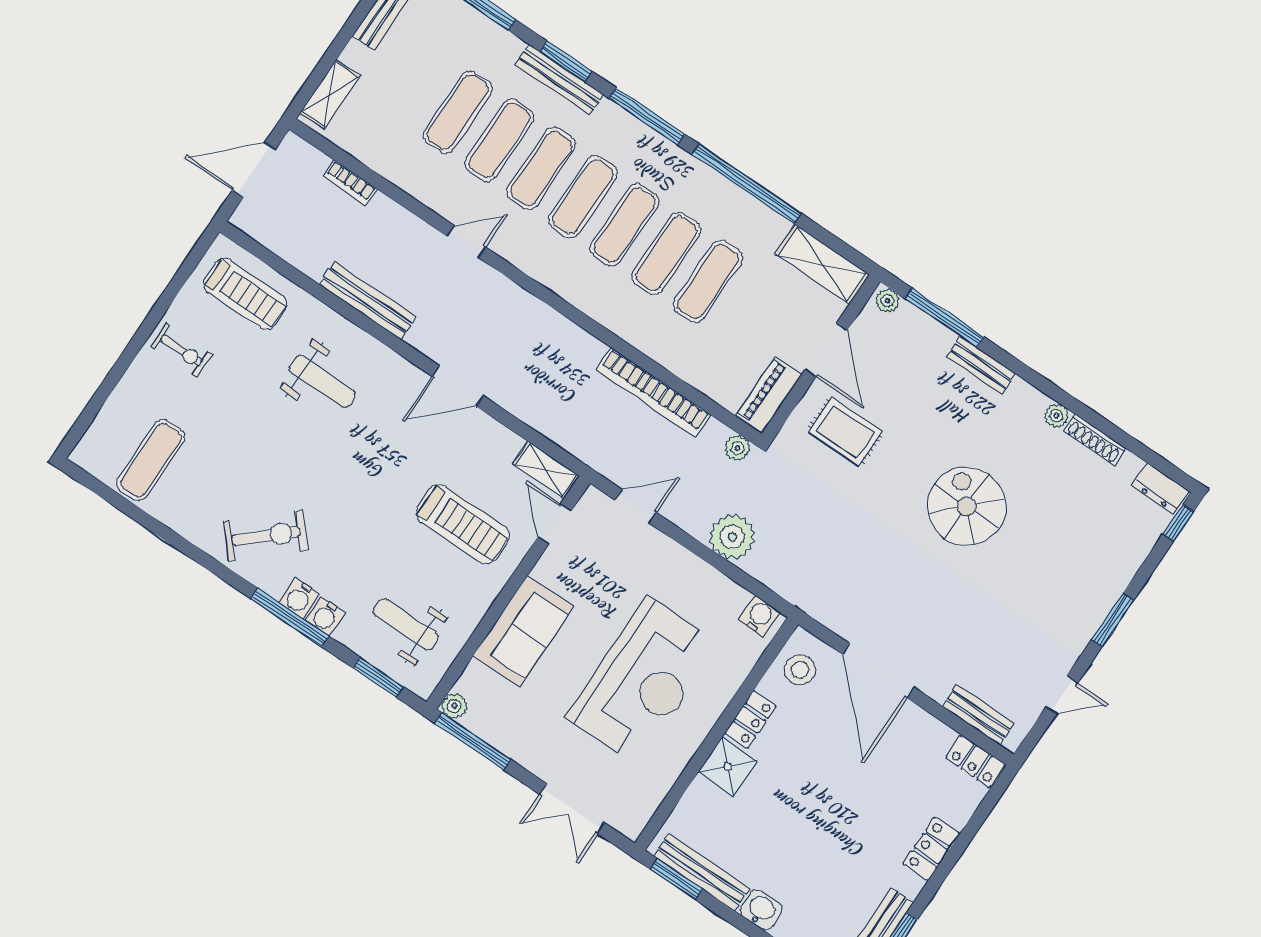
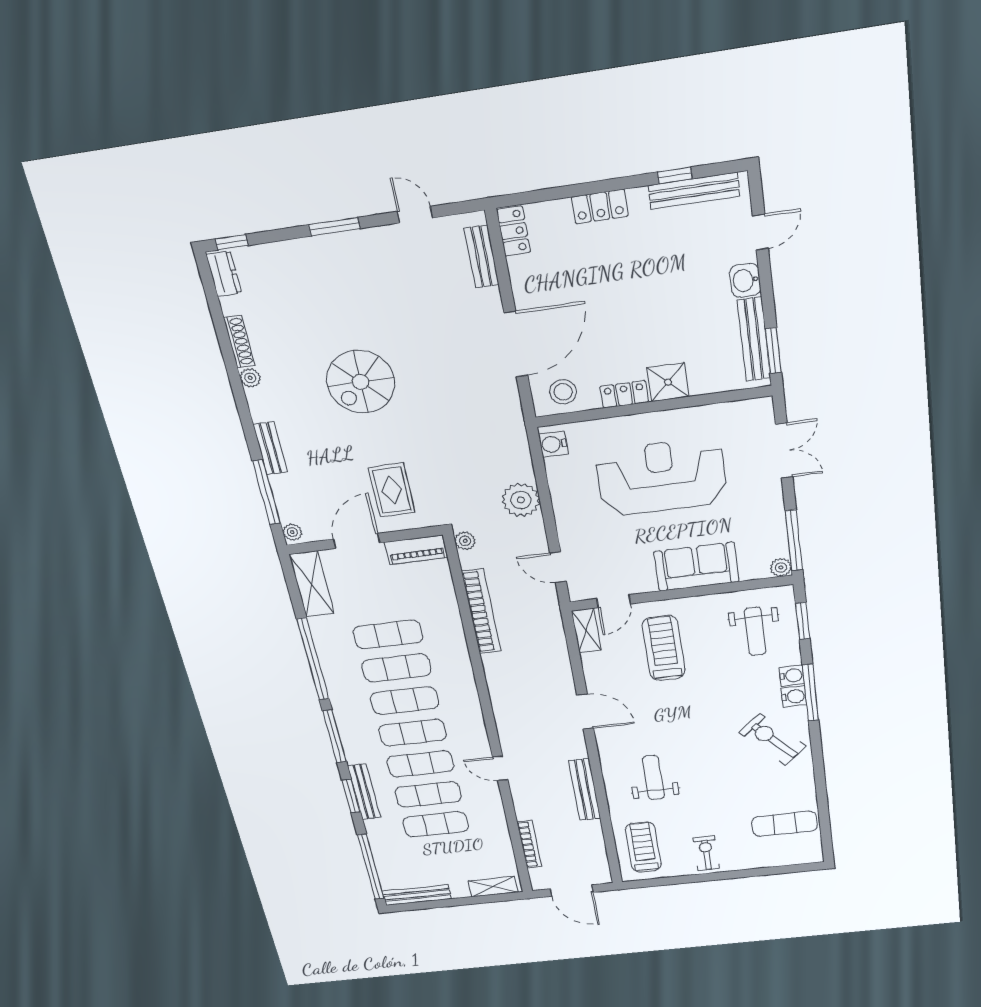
bookcase: (350, 183) -> (529, 844), width x1.56

